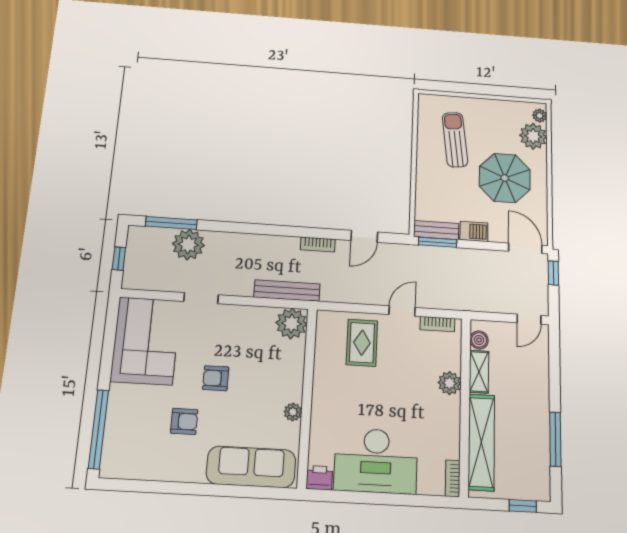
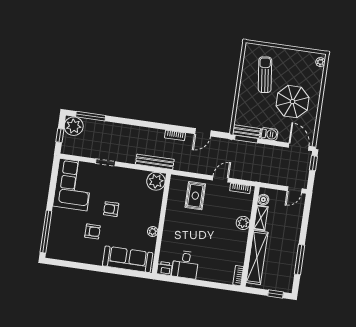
plant: (533, 136) -> (314, 75), removed
plant: (188, 245) -> (74, 126), moved
desk: (376, 461) -> (185, 265), width x0.53, depth x0.77

